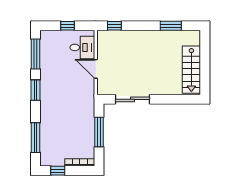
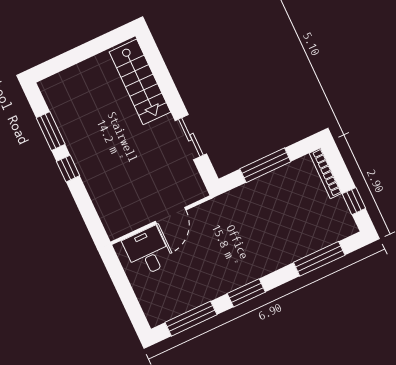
window: (67, 26) -> (125, 290), removed
window: (114, 26) -> (68, 169), moved
stairs: (191, 70) -> (140, 82), moved, turned 90
sliding door: (133, 99) -> (191, 137), width x0.73

